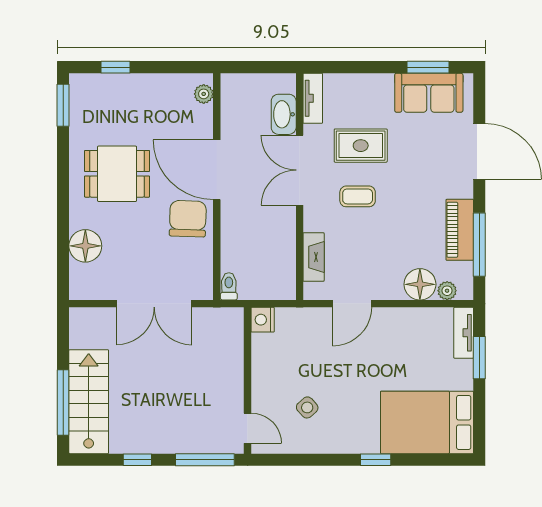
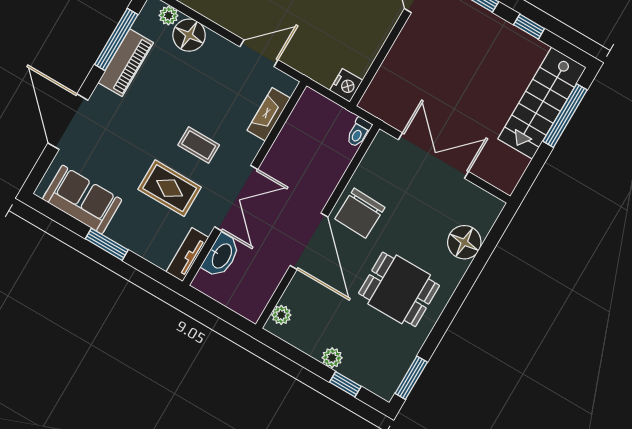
window: (428, 67) -> (107, 244), moved
plant: (140, 83) -> (332, 358), added

